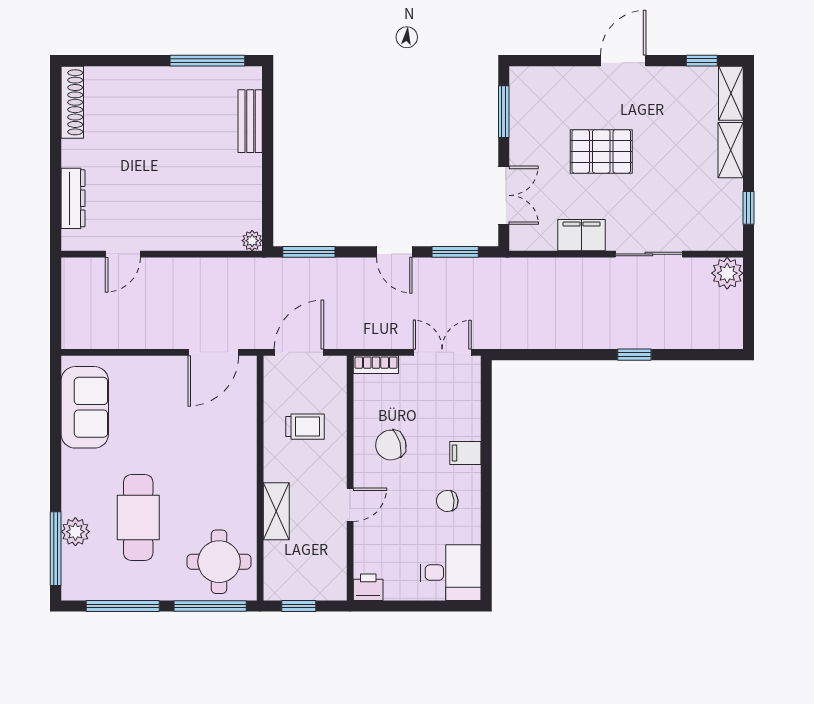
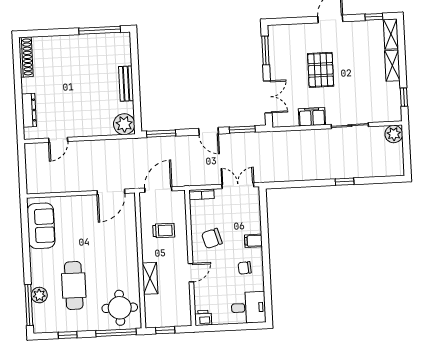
bench: (250, 121) -> (126, 84), moved
pallet: (601, 151) -> (321, 70), turned 90
plant: (252, 241) -> (124, 124), width x1.88, depth x1.88
window: (123, 606) -> (68, 335), width x0.46

